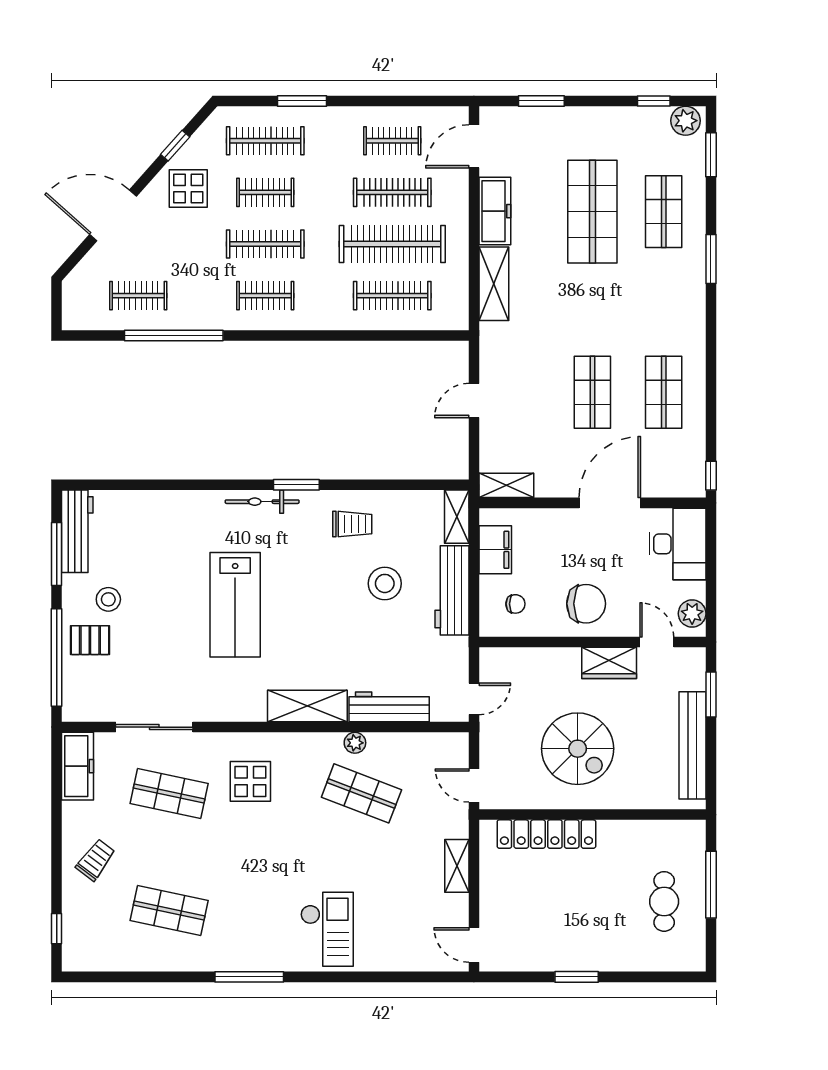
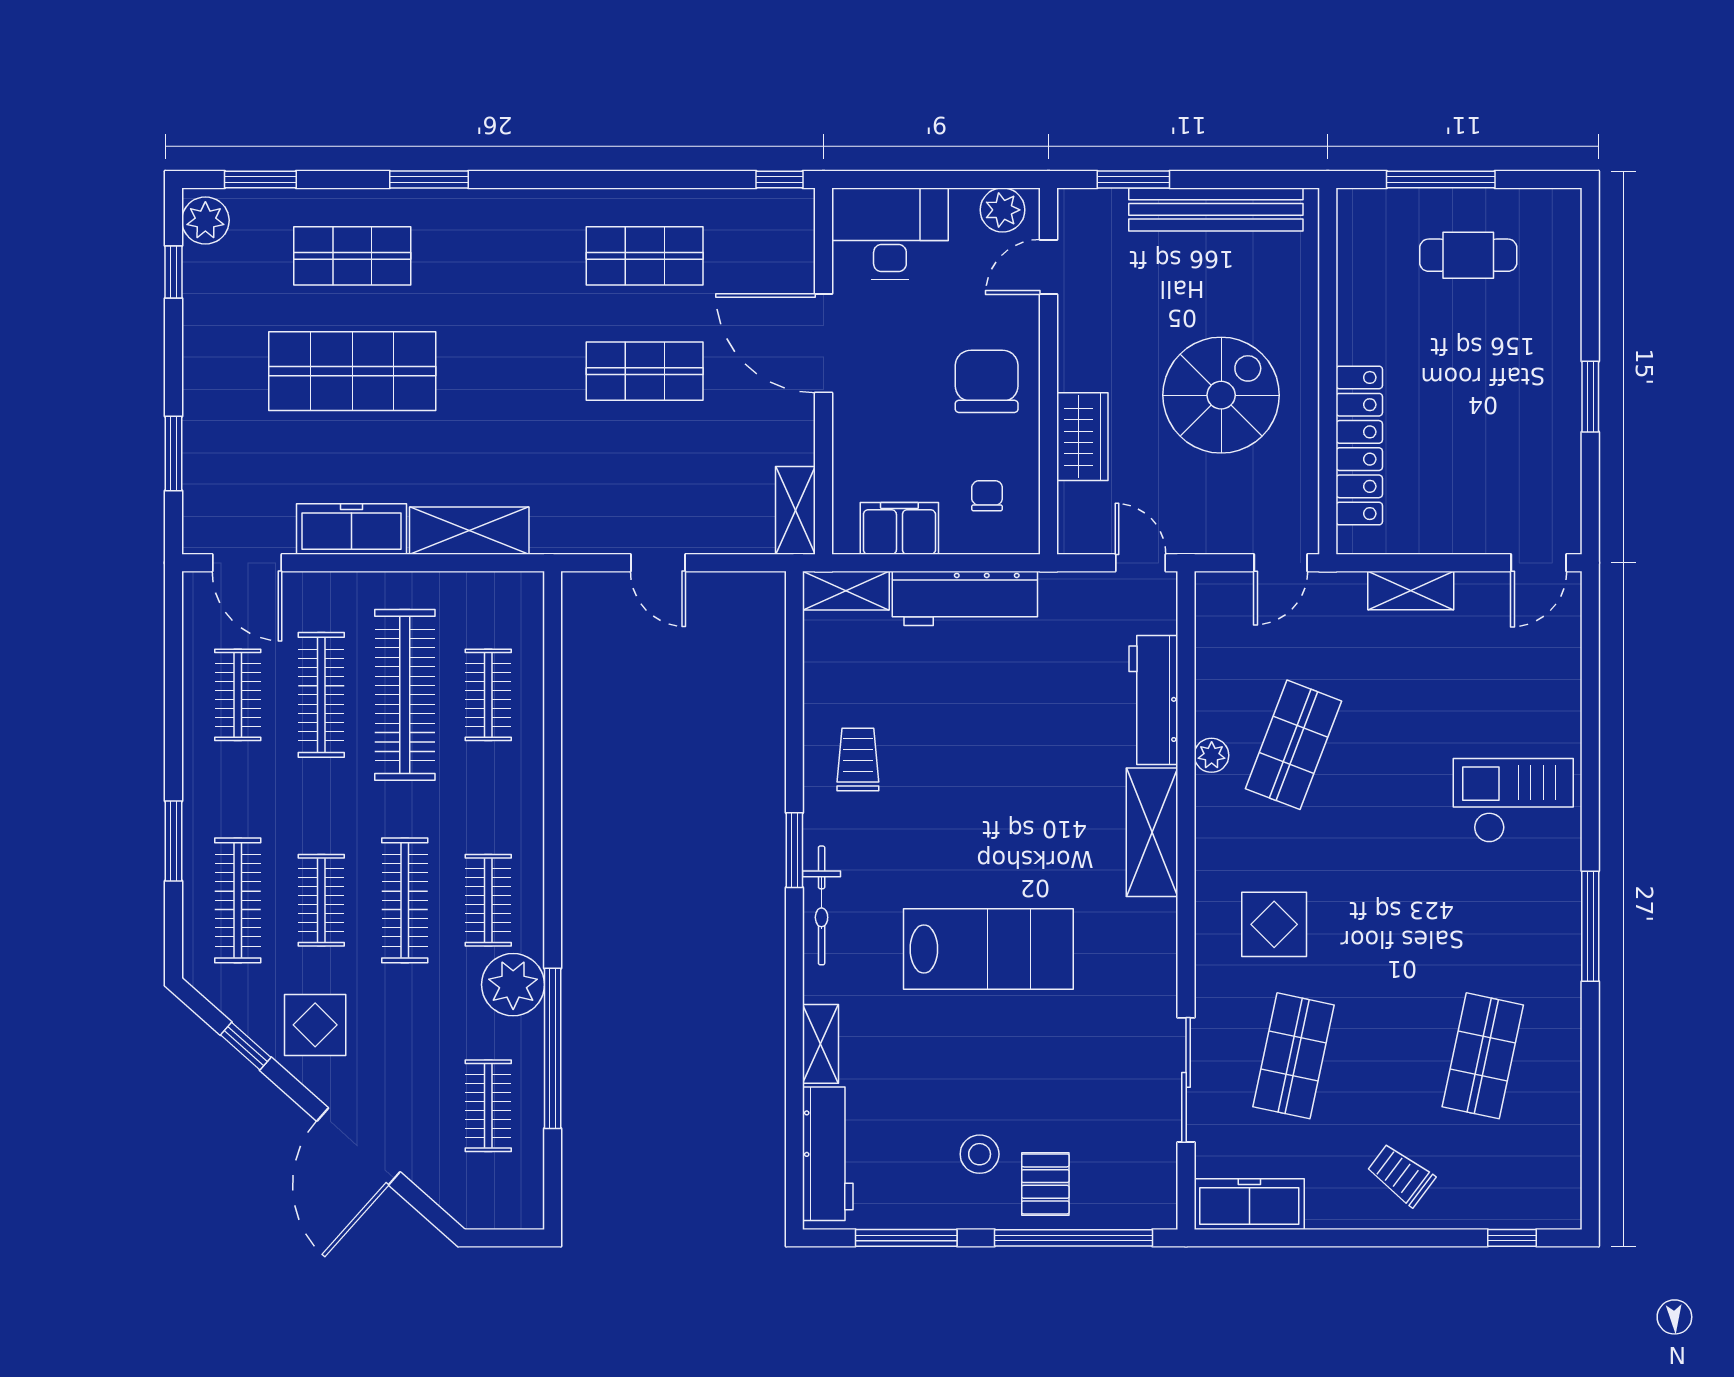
clothes rail: (392, 296) -> (488, 695), width x0.73
plant: (213, 311) -> (513, 985), added
shelving: (176, 501) -> (820, 1044), added
workbench: (77, 531) -> (828, 1154), moved, turned 90
stool: (385, 583) -> (954, 707), removed
wardrobe: (609, 663) -> (1082, 437), moved

